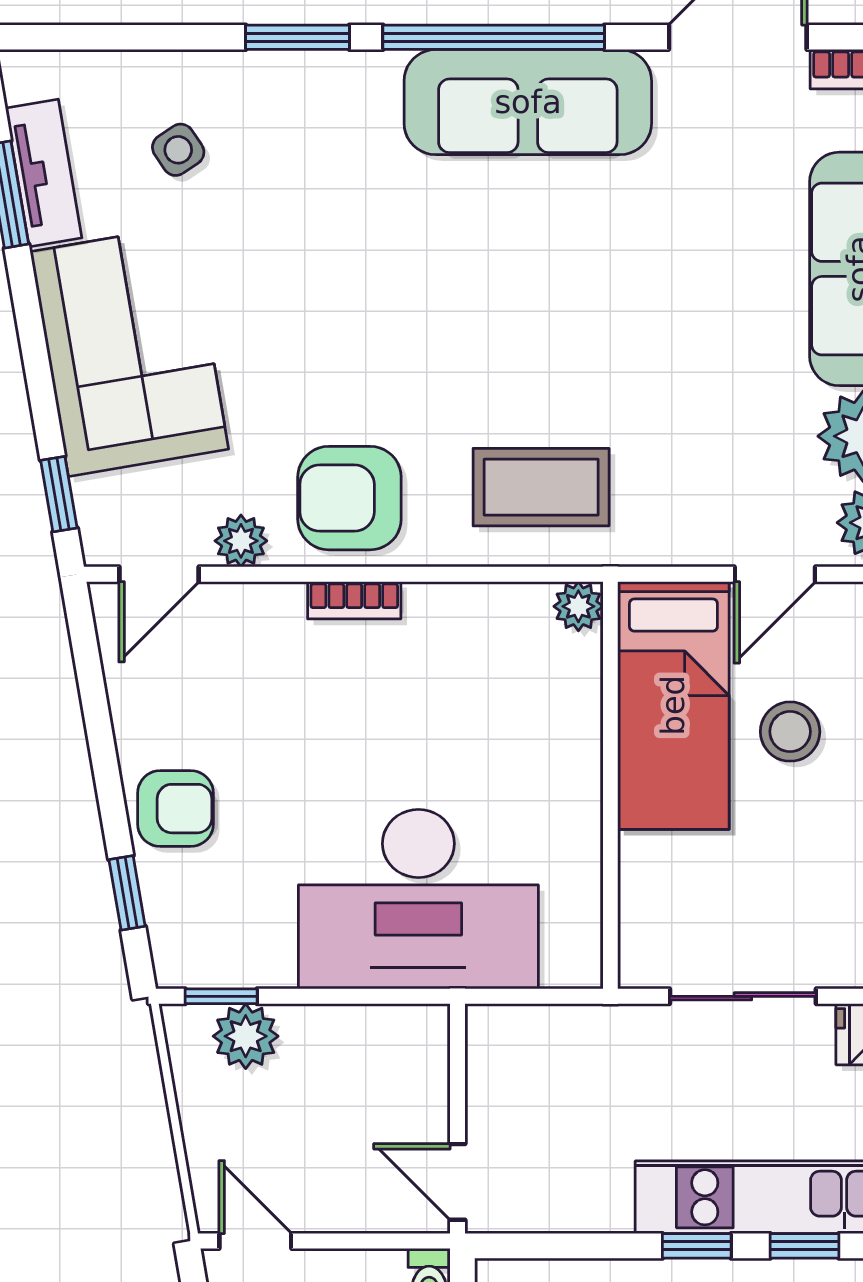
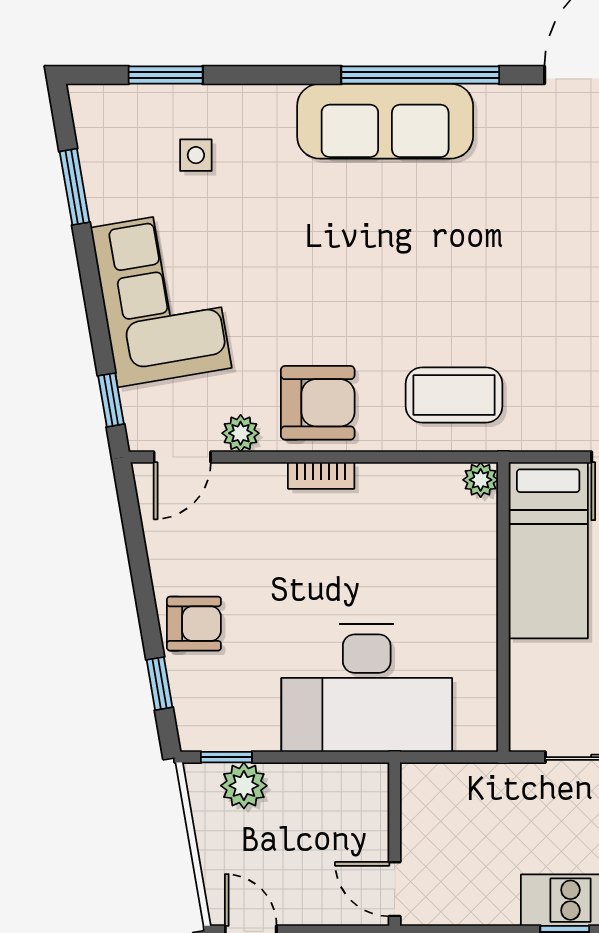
window: (297, 37) -> (166, 75), moved
sofa: (528, 102) -> (385, 121), moved
side table: (178, 150) -> (196, 155), turned 34
tv unit: (44, 173) -> (100, 172), removed
armchair: (349, 498) -> (318, 403), turned 180

